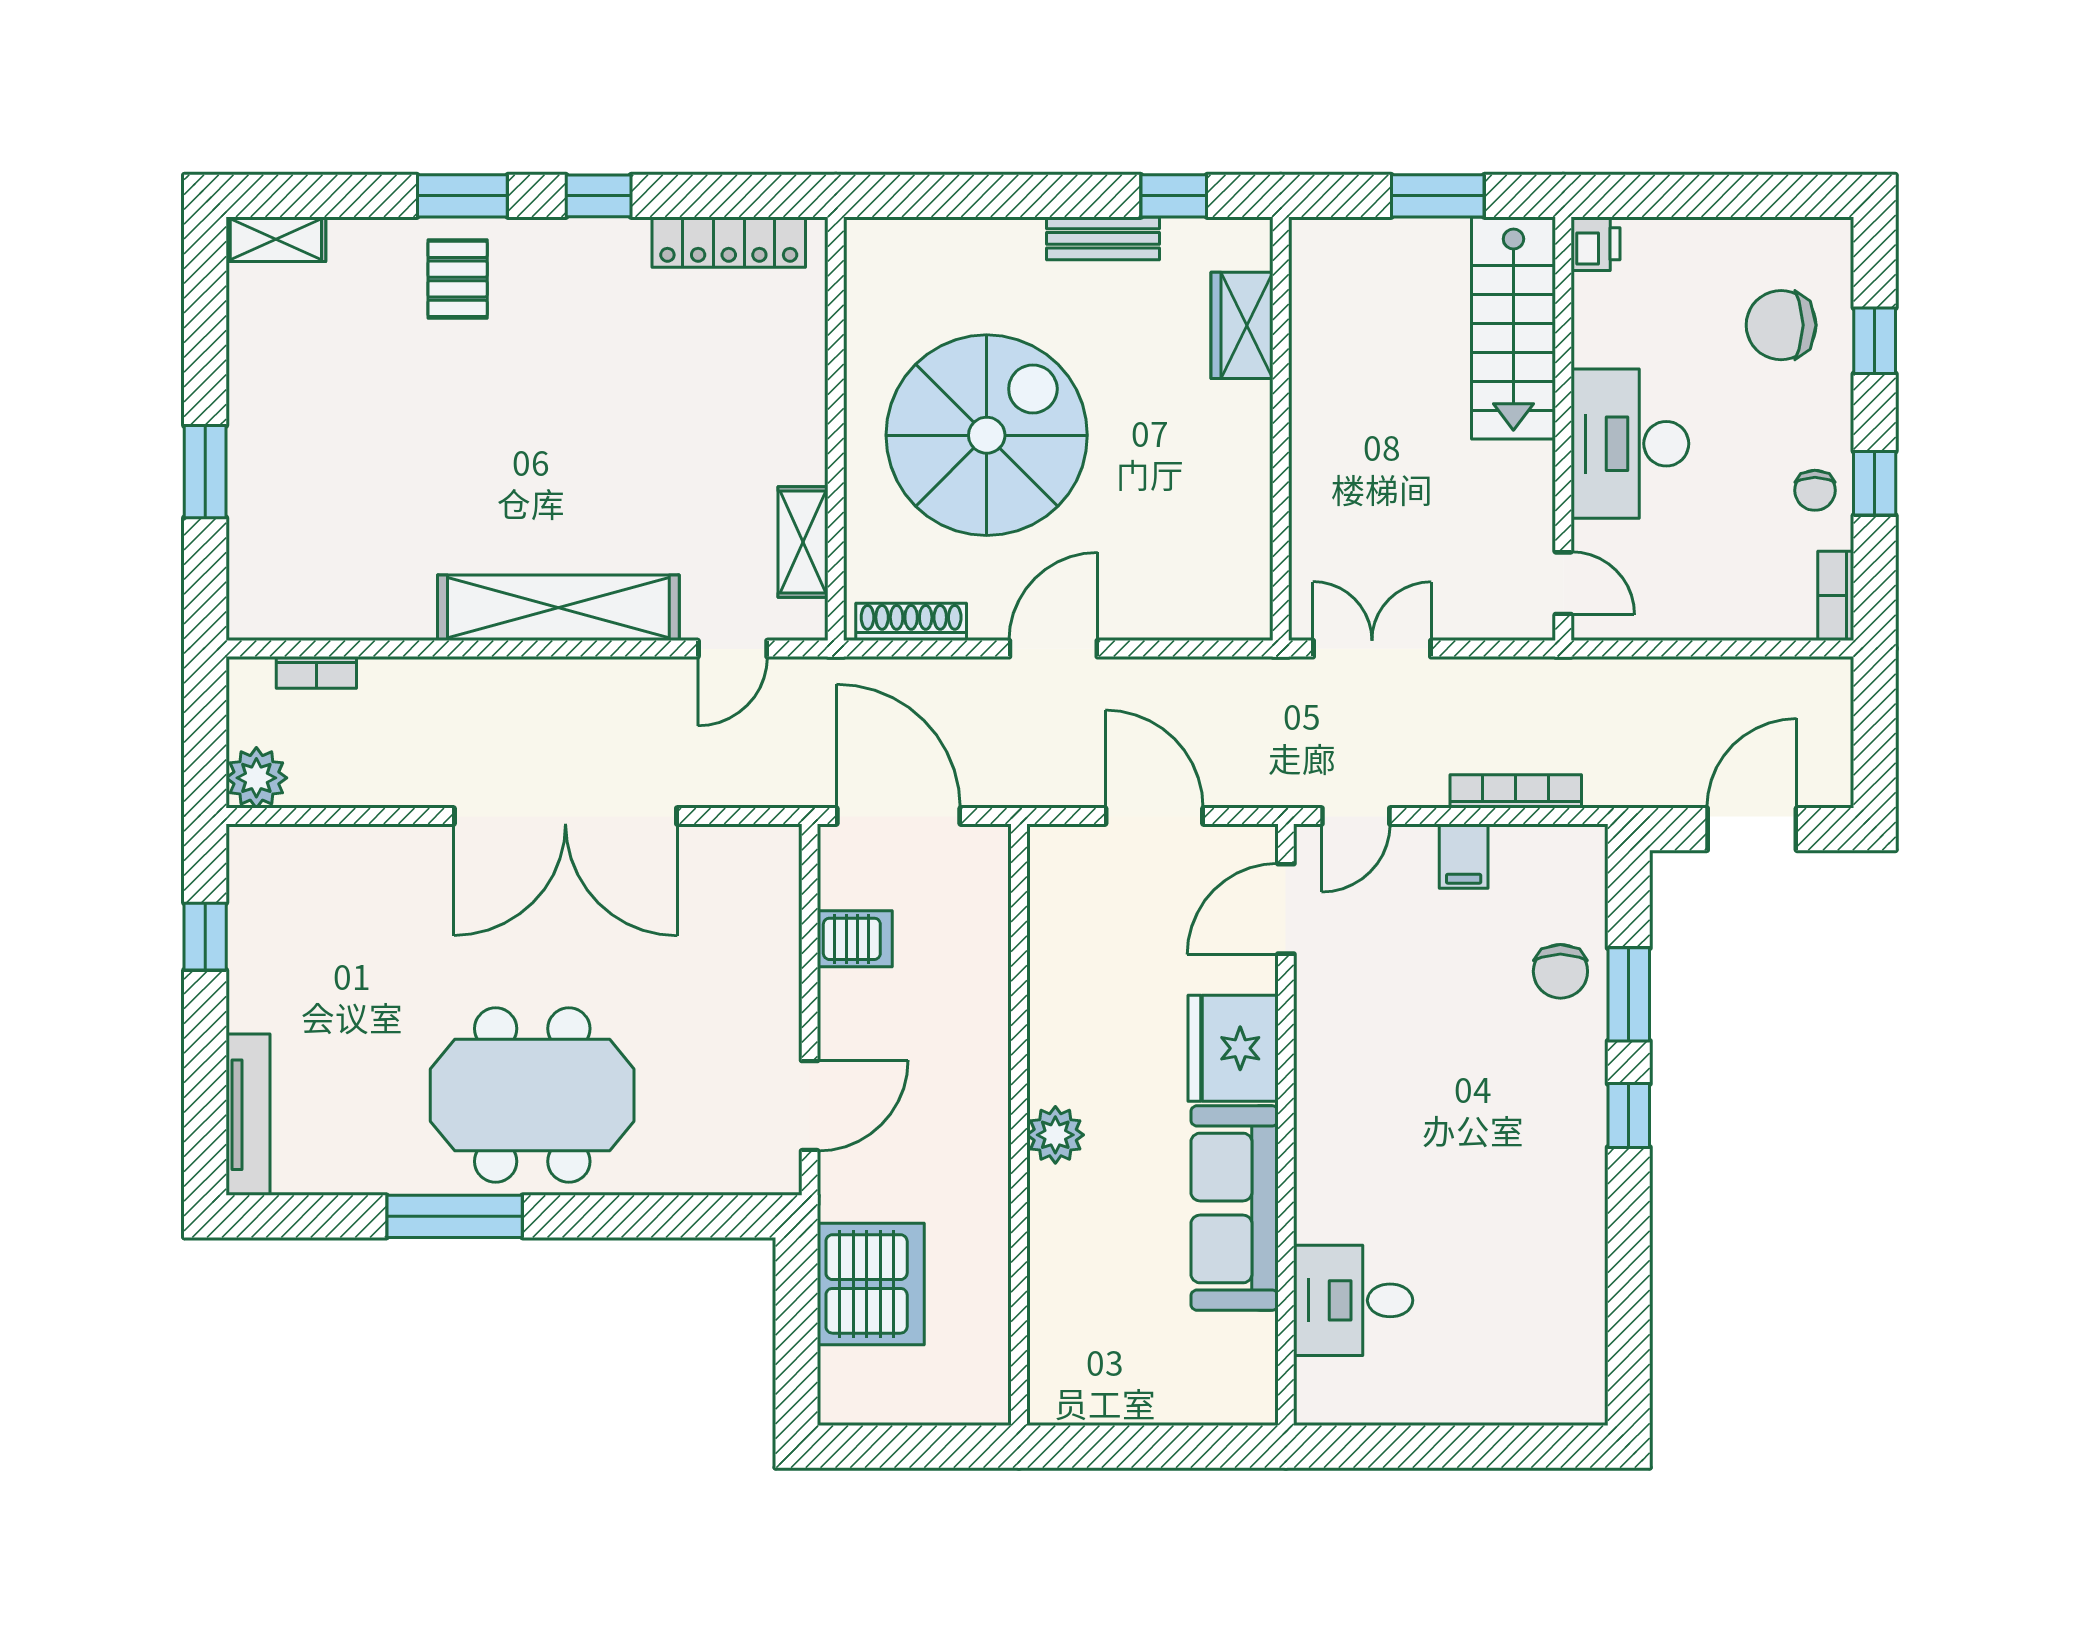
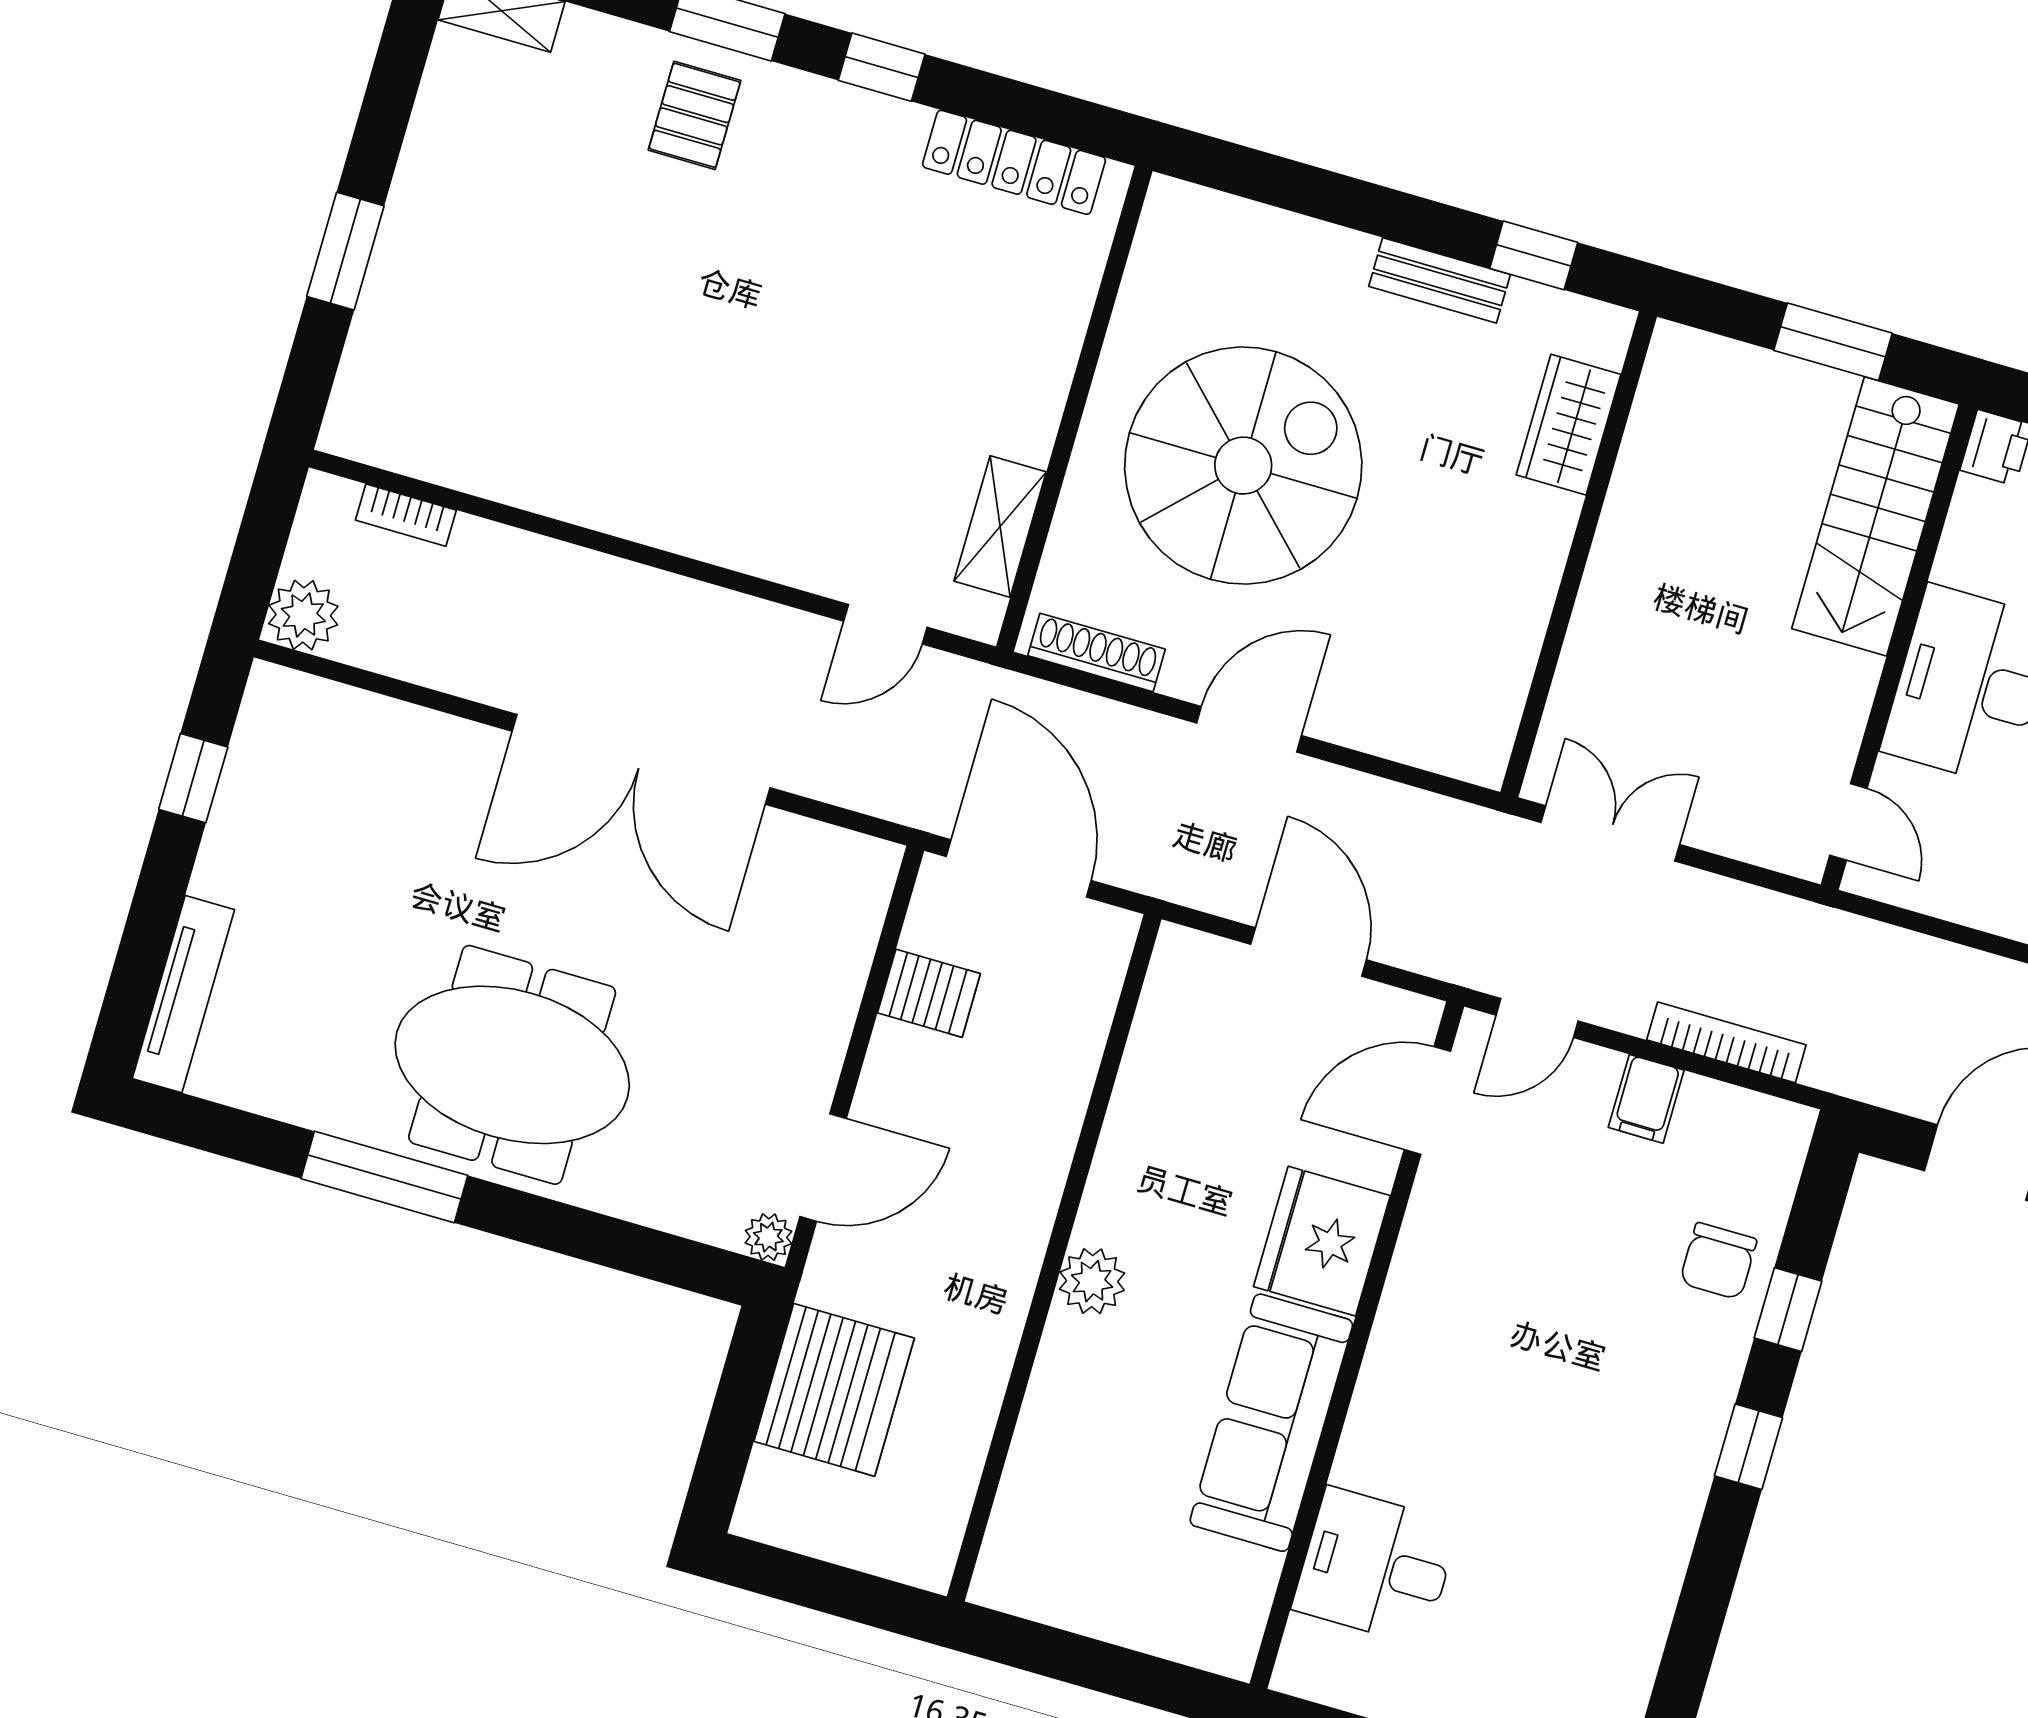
shelving: (558, 608) -> (701, 521), removed
window: (1629, 994) -> (1788, 1310), width x0.67
plant: (781, 1175) -> (768, 1237), added

